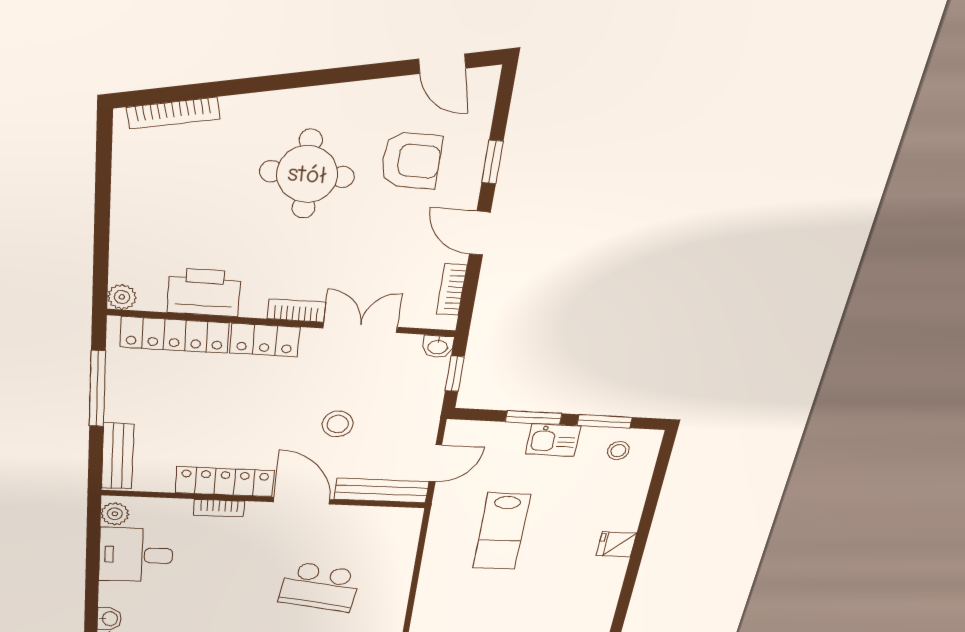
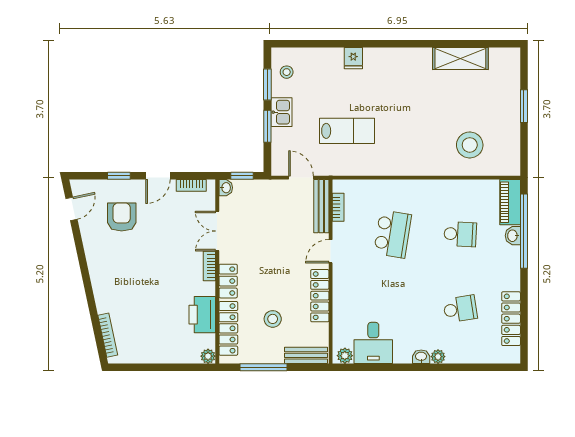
round table: (307, 174) -> (133, 268), removed
stool: (338, 424) -> (273, 319), moved
door: (302, 501) -> (331, 251), width x0.73
bookcase: (219, 508) -> (338, 207), moved

